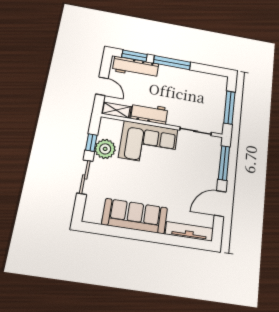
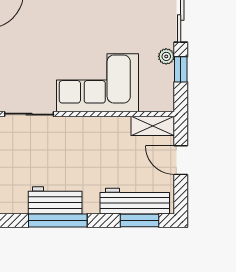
window: (172, 63) -> (58, 221), moved
workbench: (149, 113) -> (55, 200), moved, turned 180
plant: (105, 149) -> (166, 56), width x0.53, depth x0.53

